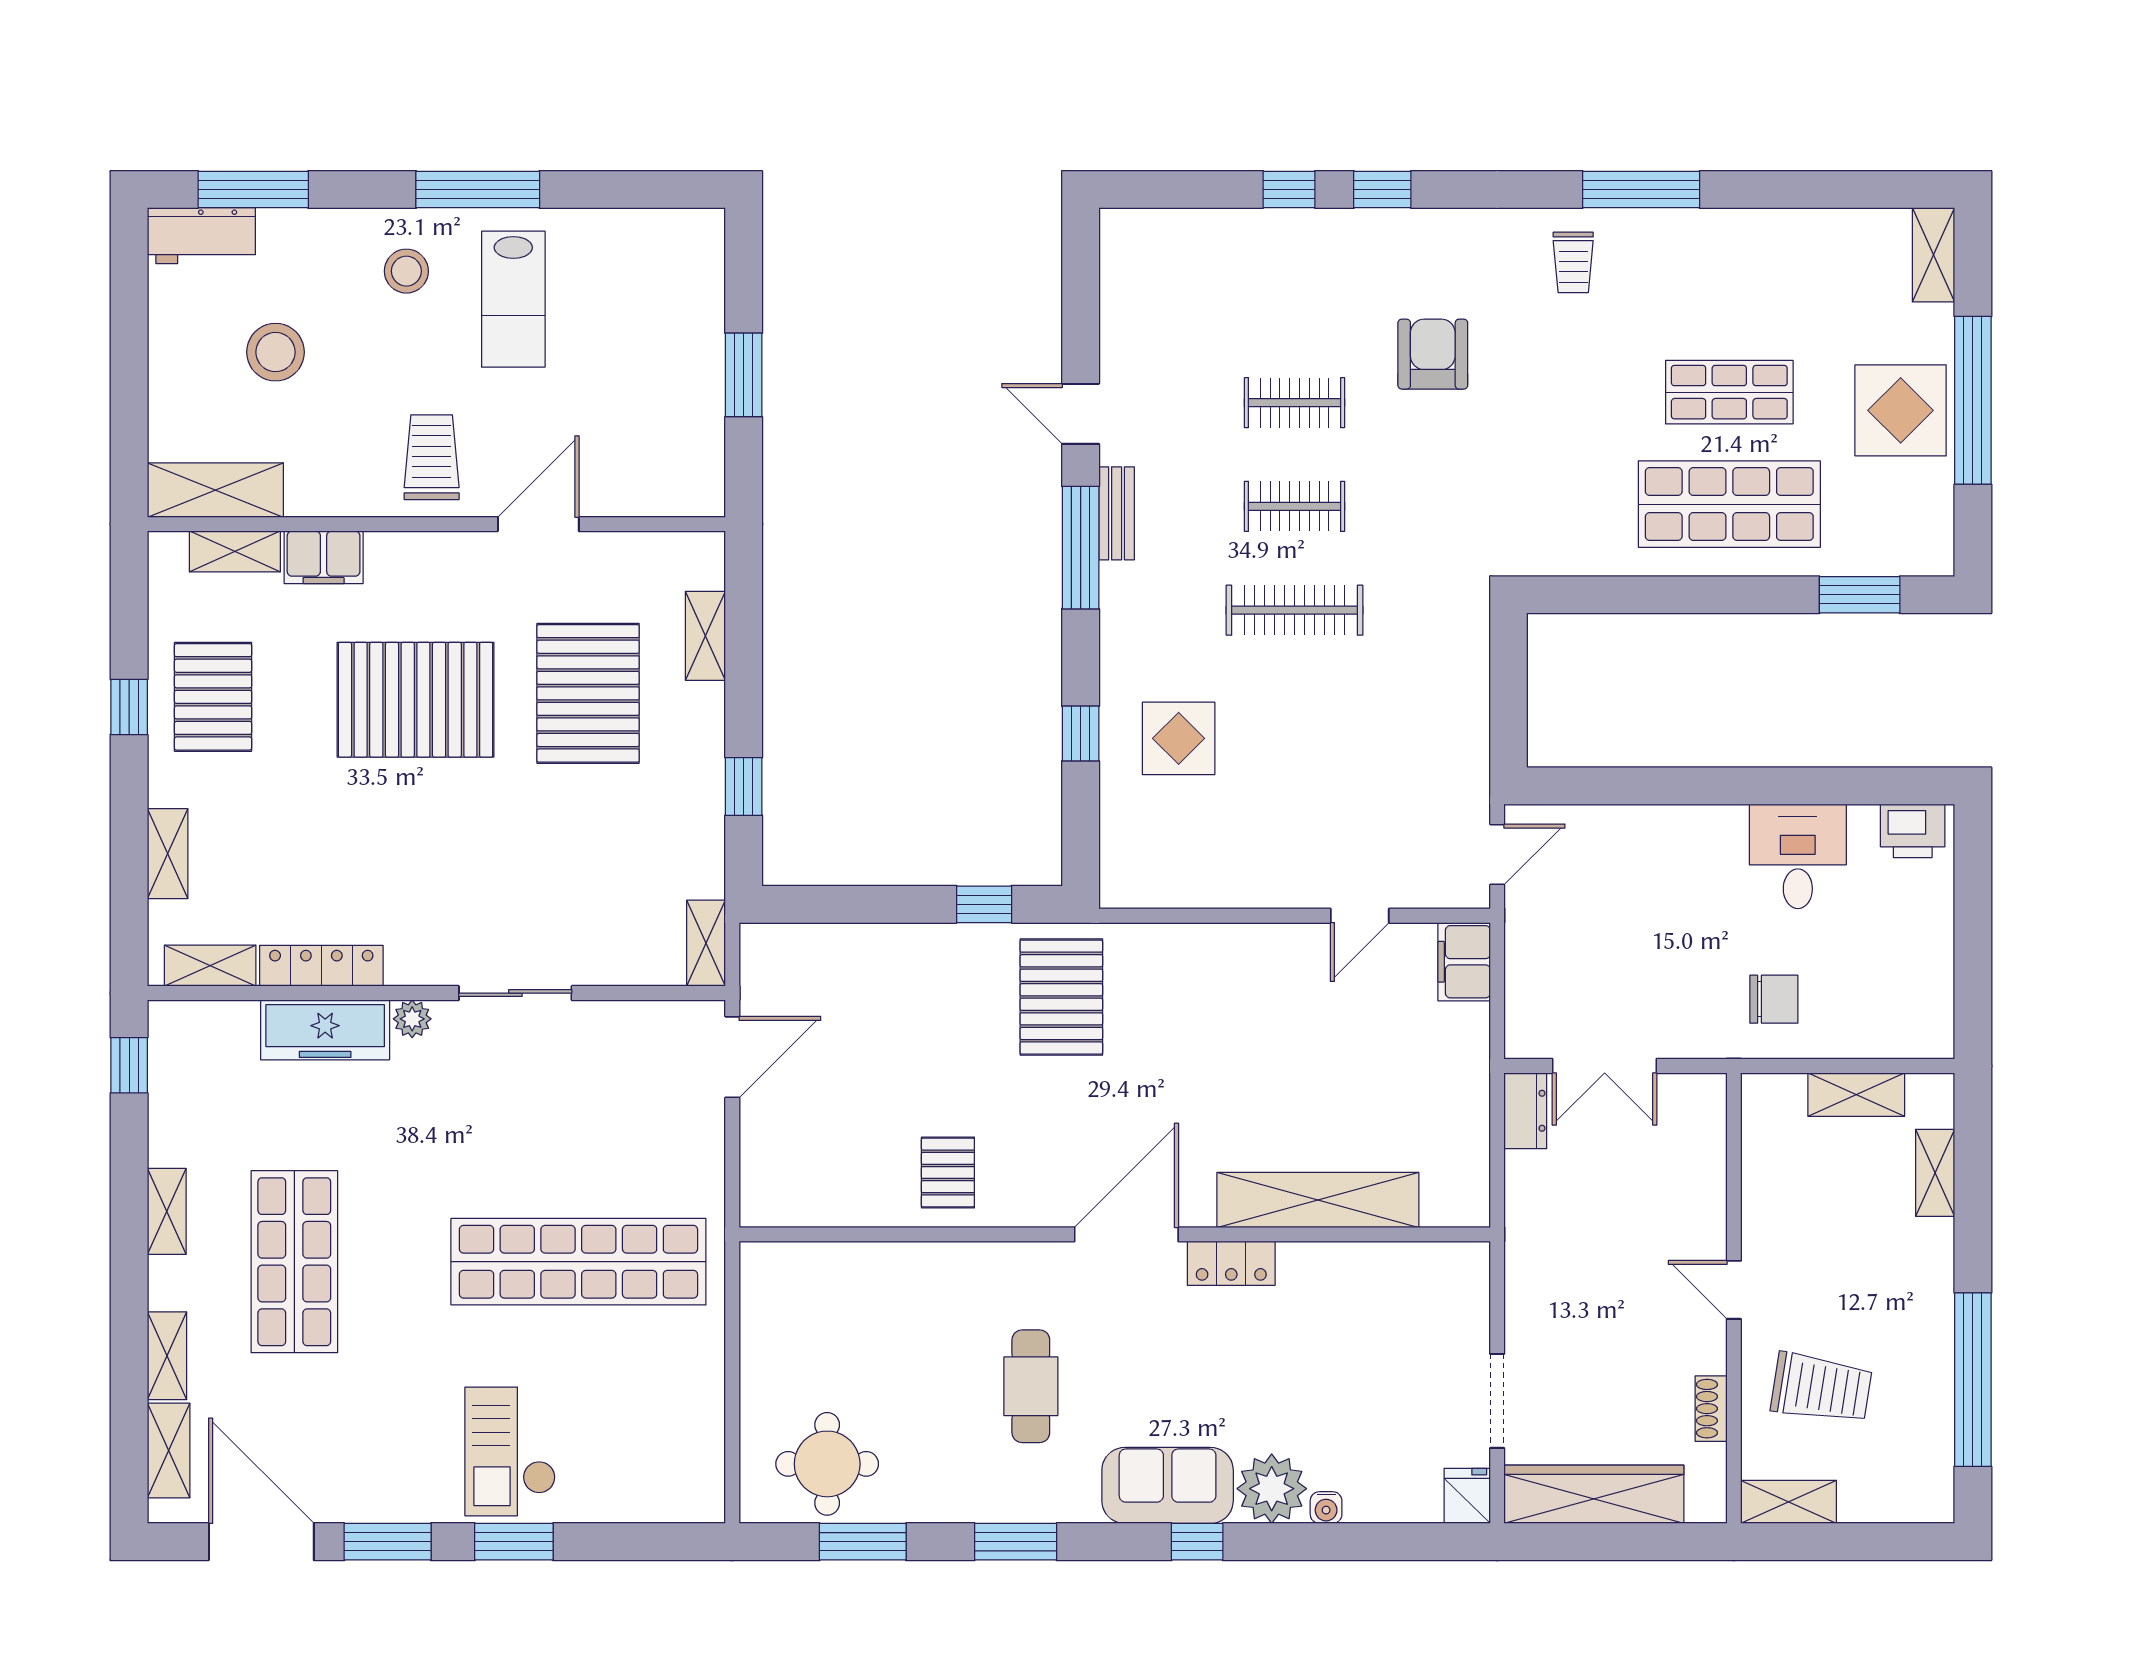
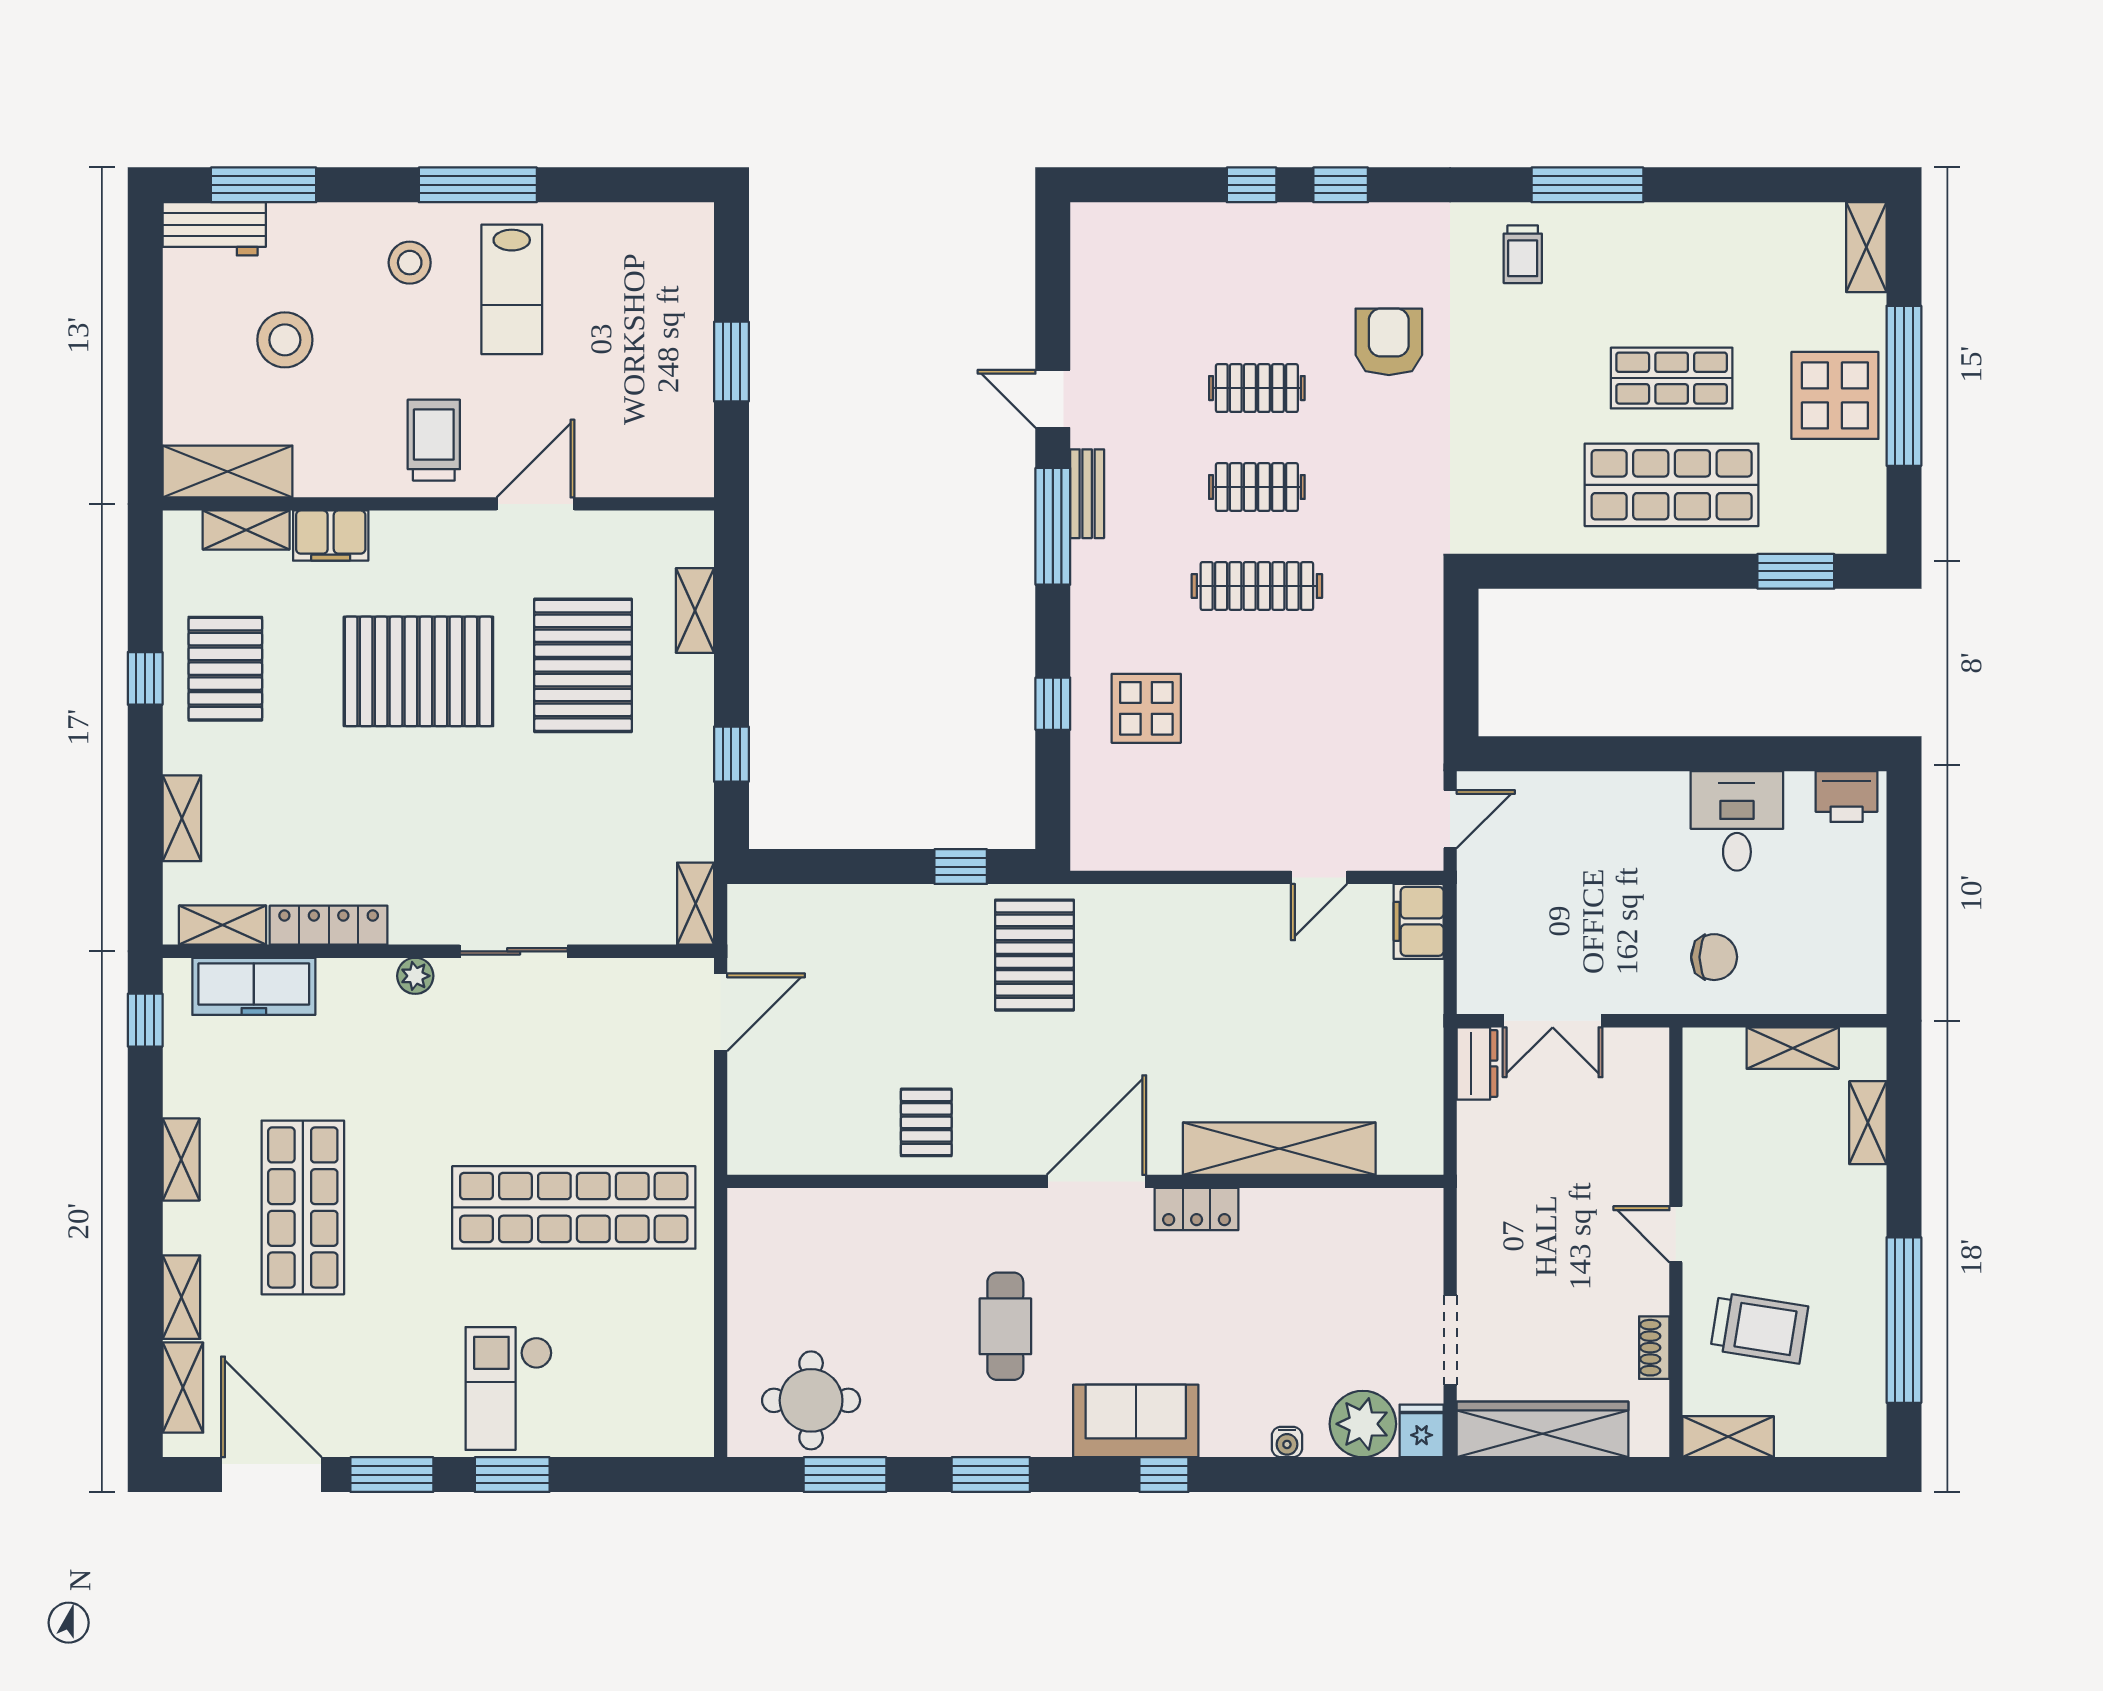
freezer: (325, 1030) -> (254, 986), moved
plant: (1272, 1489) -> (1363, 1424), moved

